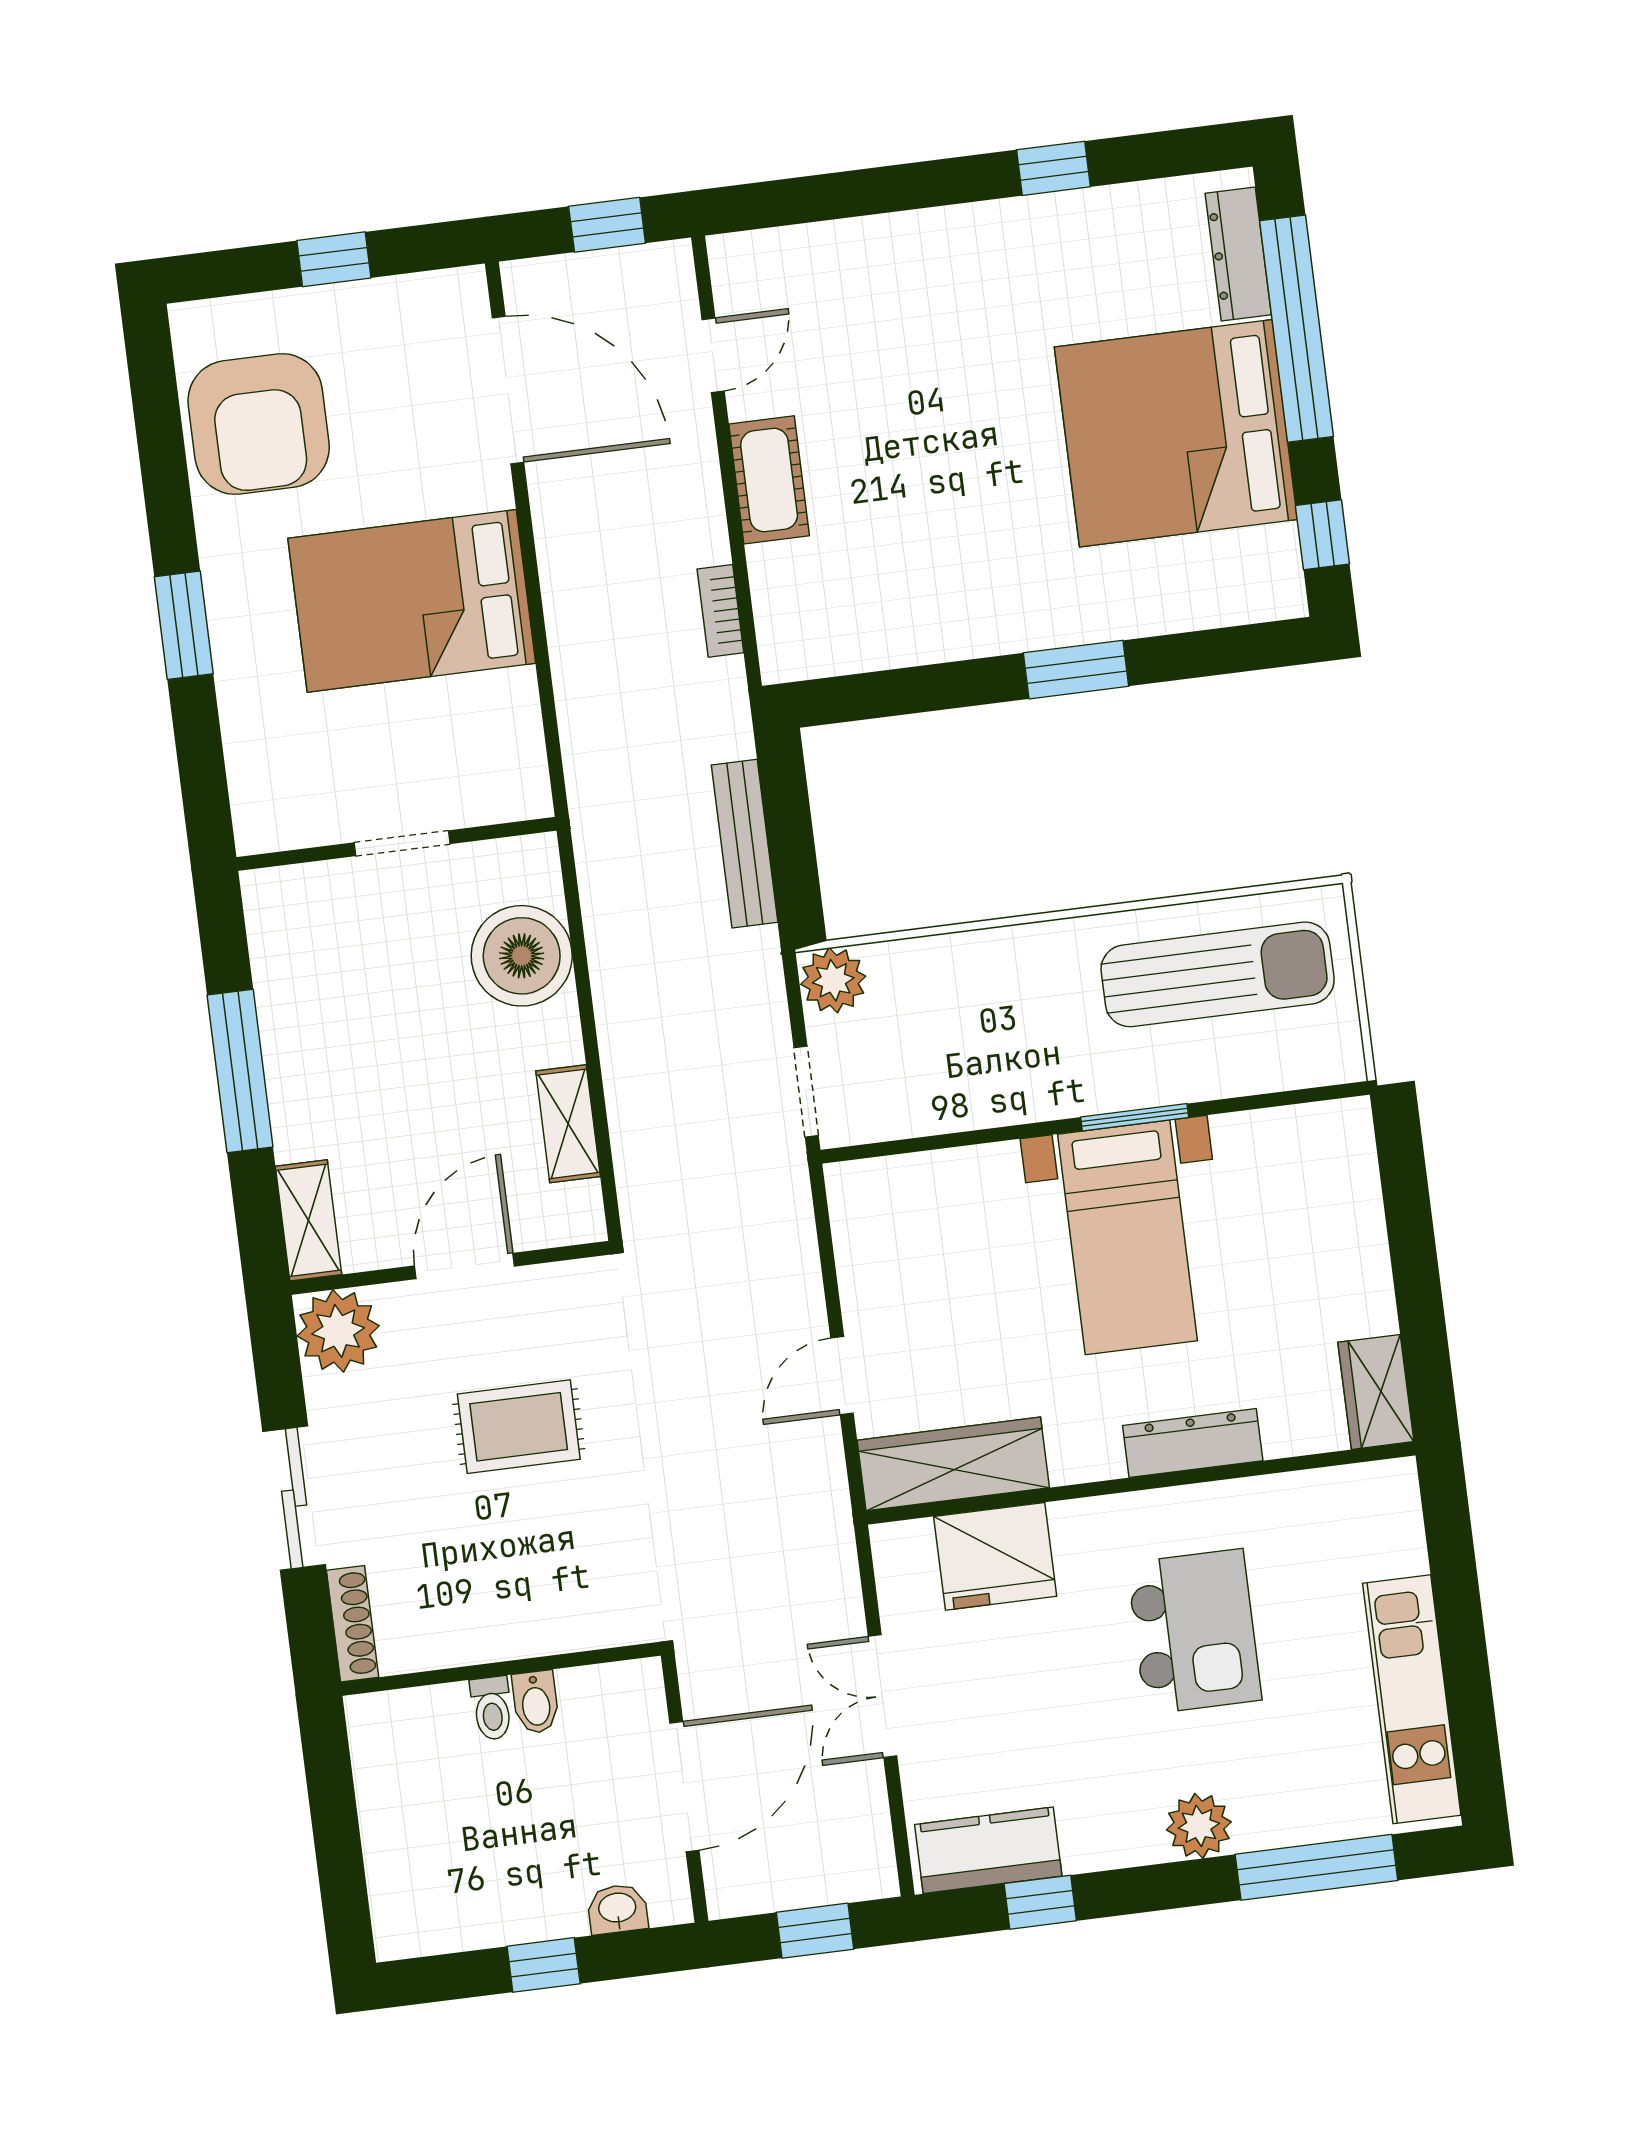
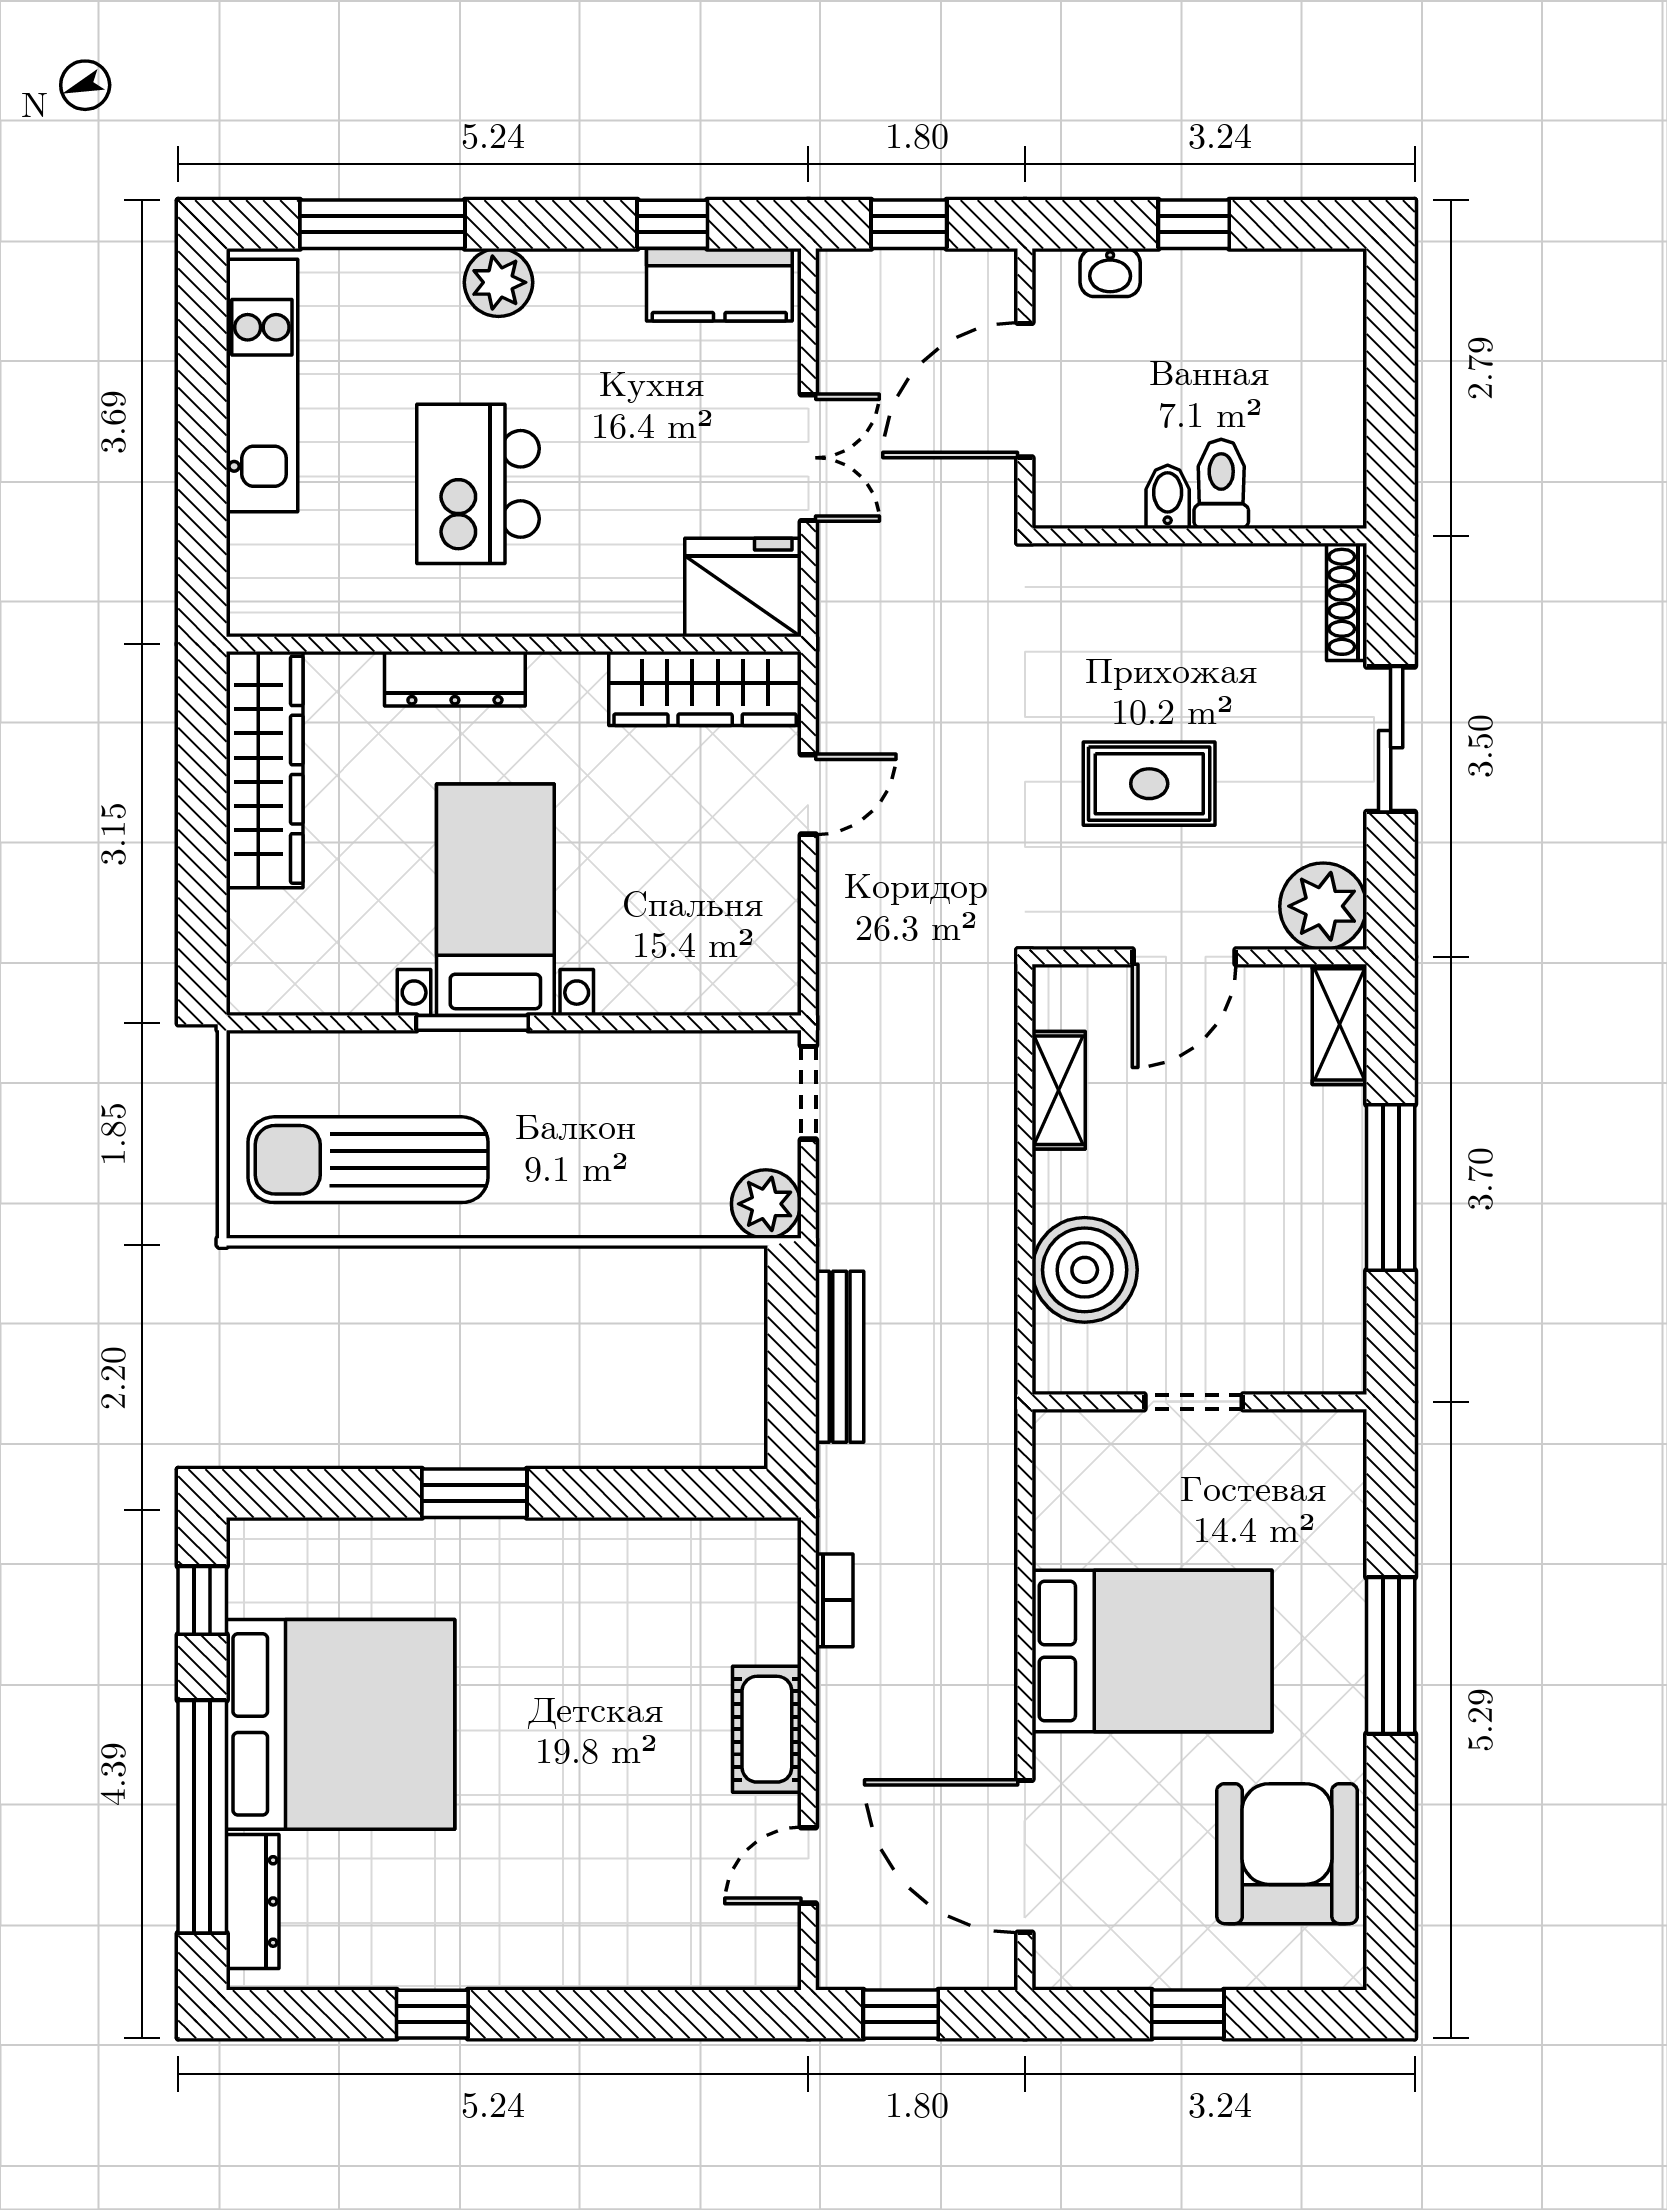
window: (184, 625) -> (1391, 1656), width x1.44
wardrobe: (1376, 1392) -> (265, 770), width x2.10, depth x1.17
fridge: (995, 1556) -> (743, 588), moved
toilet: (492, 1708) -> (1221, 484), width x1.37, depth x1.39

